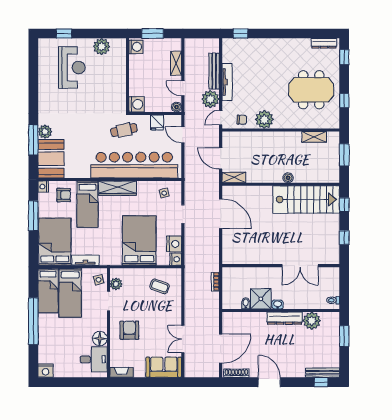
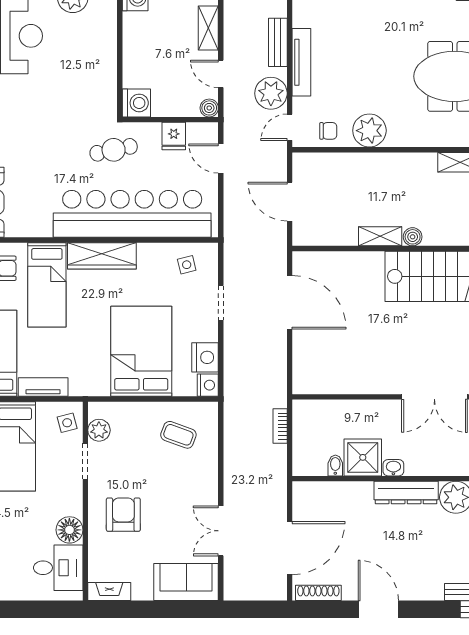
bench: (214, 71) -> (278, 42), width x0.73
shelving: (234, 177) -> (380, 236), moved

